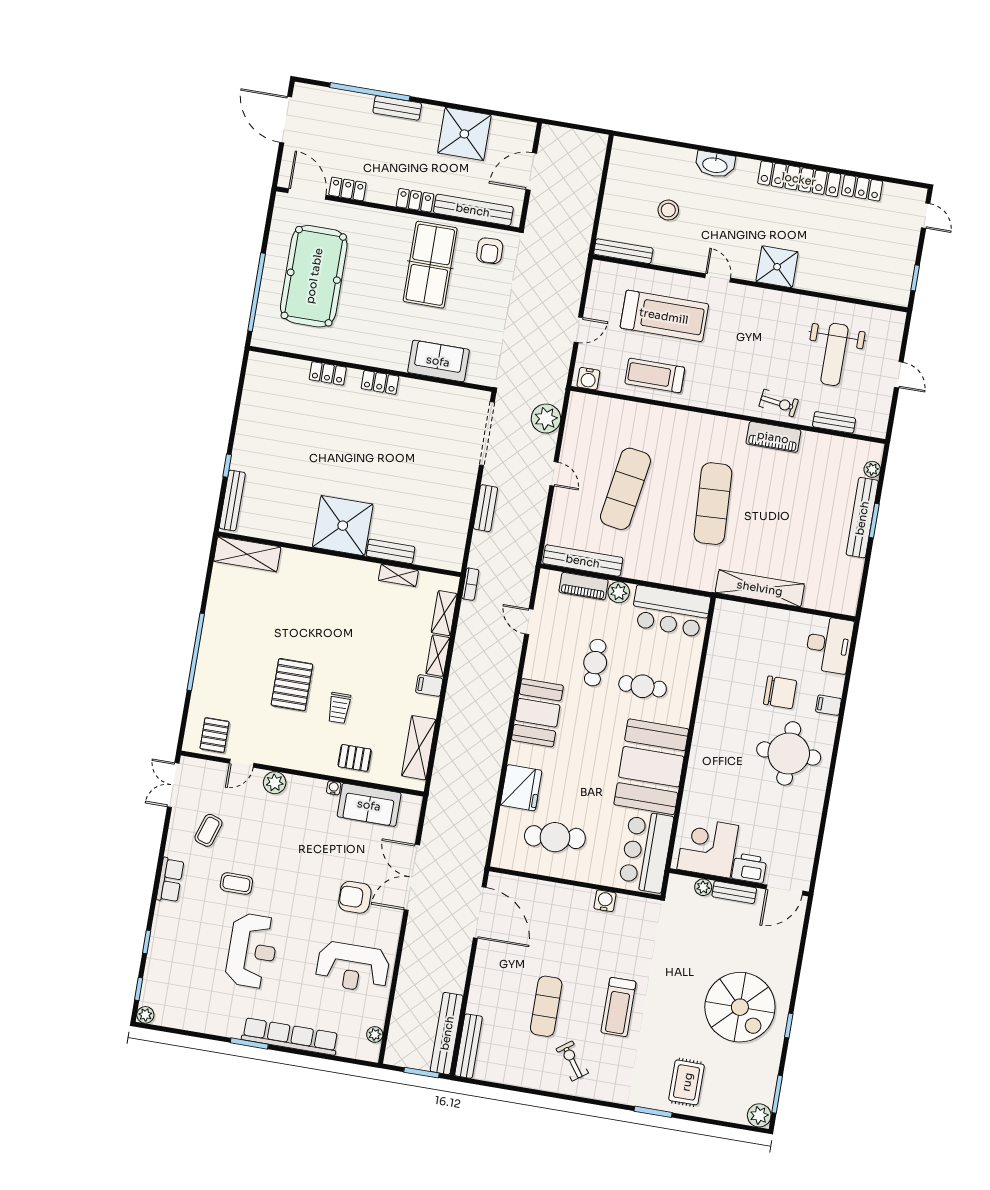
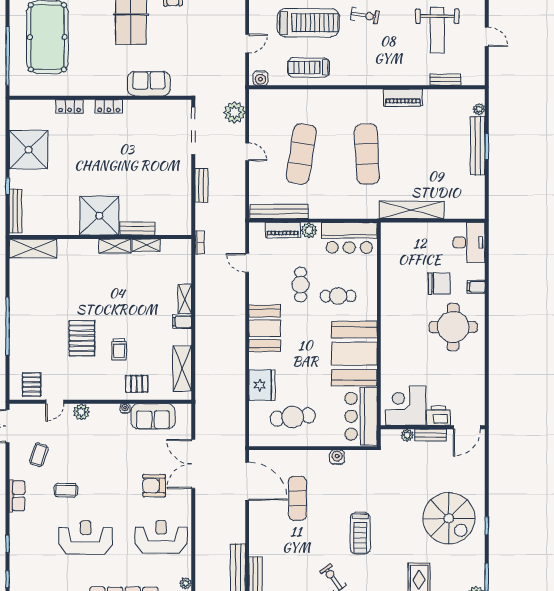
exercise bike: (779, 403) -> (365, 16), moved
shower: (263, 422) -> (29, 150), added
shelving: (444, 613) -> (115, 246), moved, turned 90
reception desk: (252, 951) -> (86, 537), turned -90
reception desk: (353, 967) -> (161, 537), turned 180
exercise mat: (546, 1006) -> (297, 498), moved

